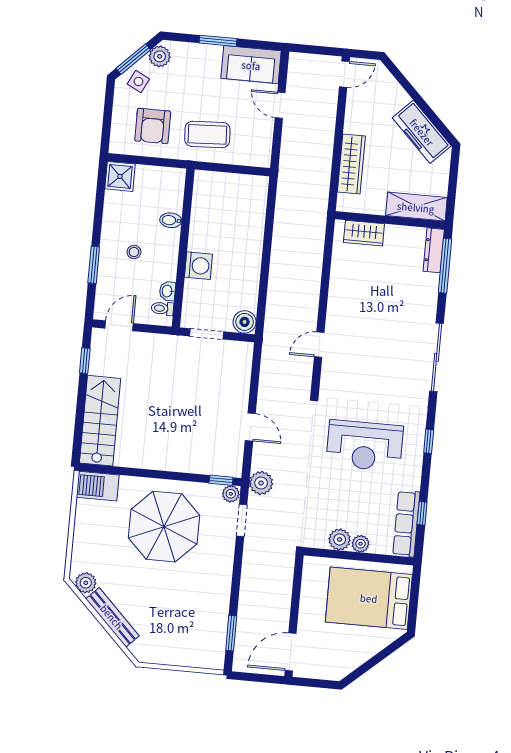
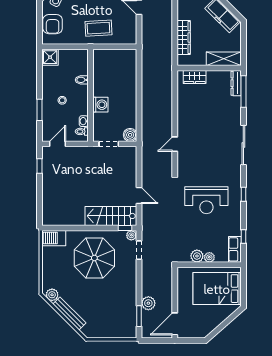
armchair: (153, 126) -> (53, 24), moved
stairs: (100, 421) -> (111, 216), moved, turned -90
plant: (261, 483) -> (148, 303), moved
row of seats: (406, 524) -> (235, 249), width x0.68

